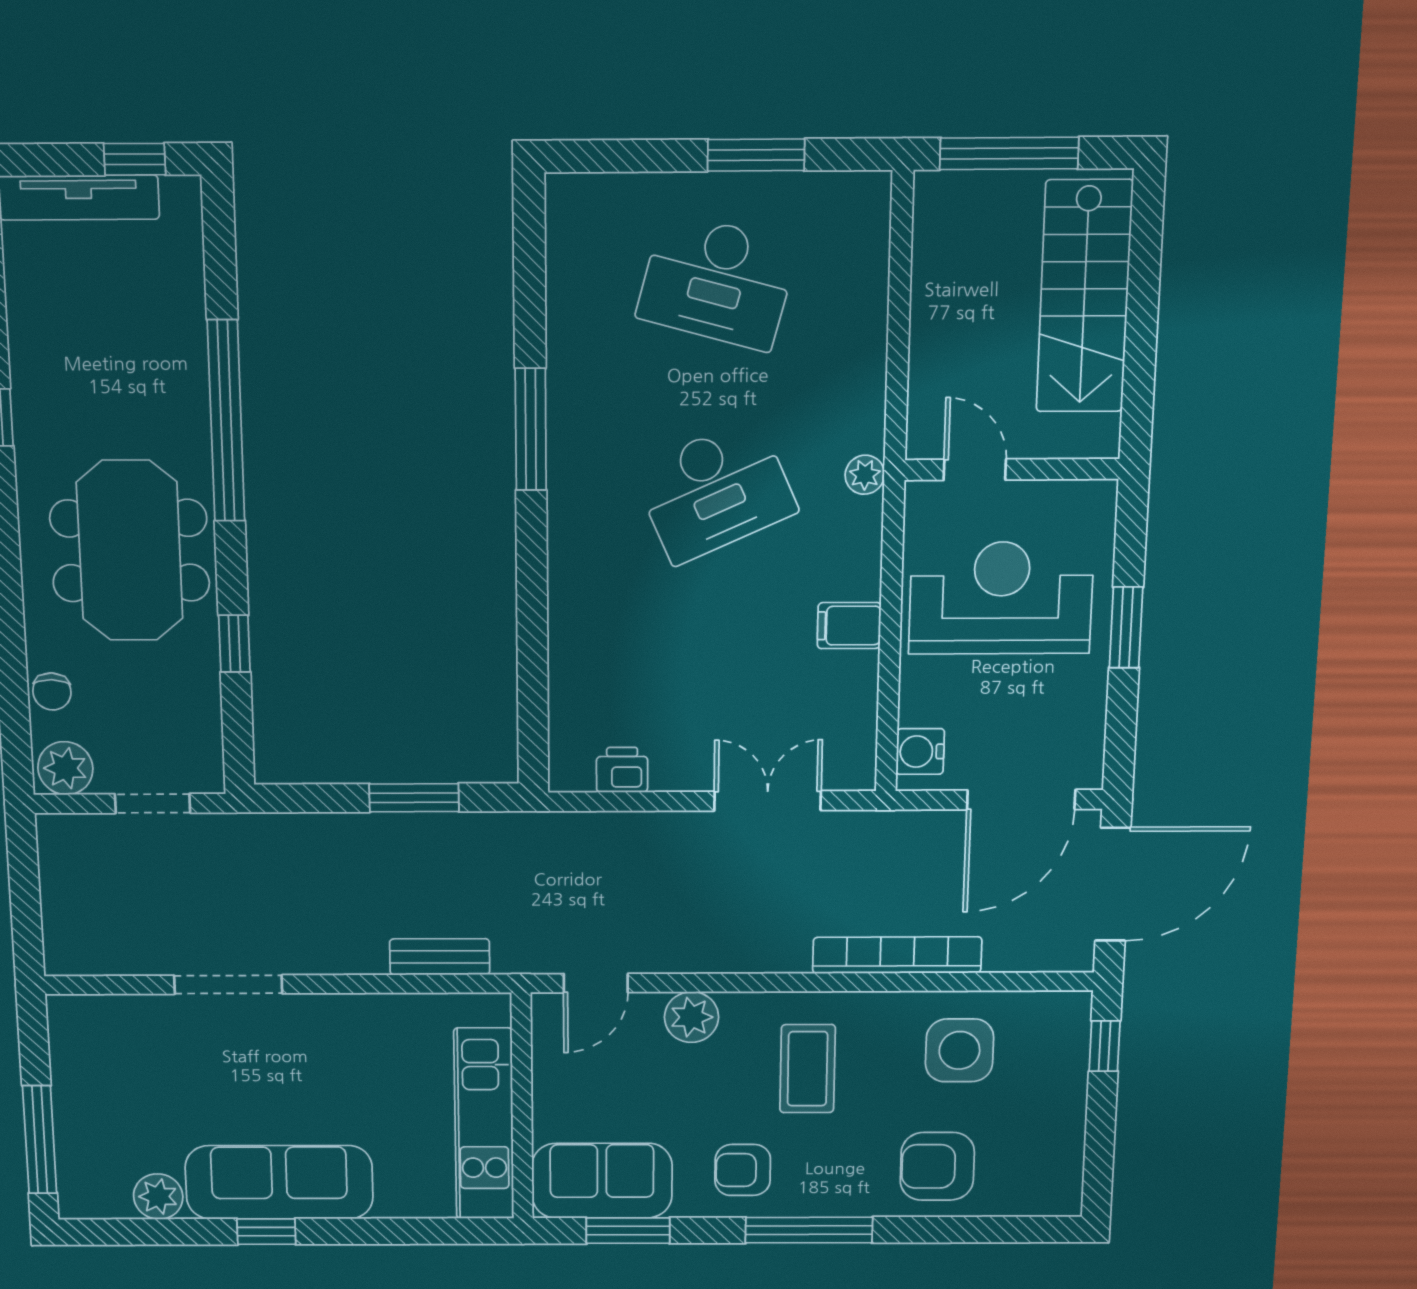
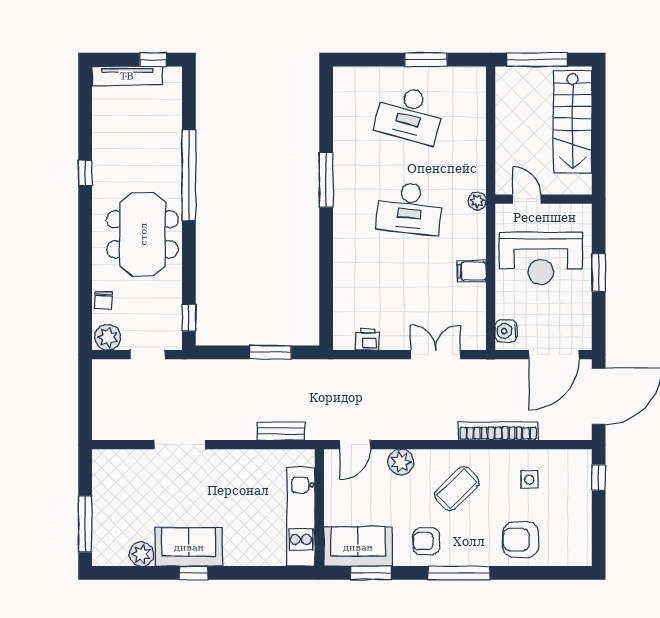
desk: (715, 491) -> (409, 208), turned 30
reception desk: (1001, 598) -> (541, 258), turned 180
window: (234, 644) -> (189, 318), moved
side table: (959, 1050) -> (529, 479), width x0.54, depth x0.54
coffee table: (808, 1069) -> (457, 489), turned 46
sofa: (279, 1182) -> (189, 547), width x0.73

